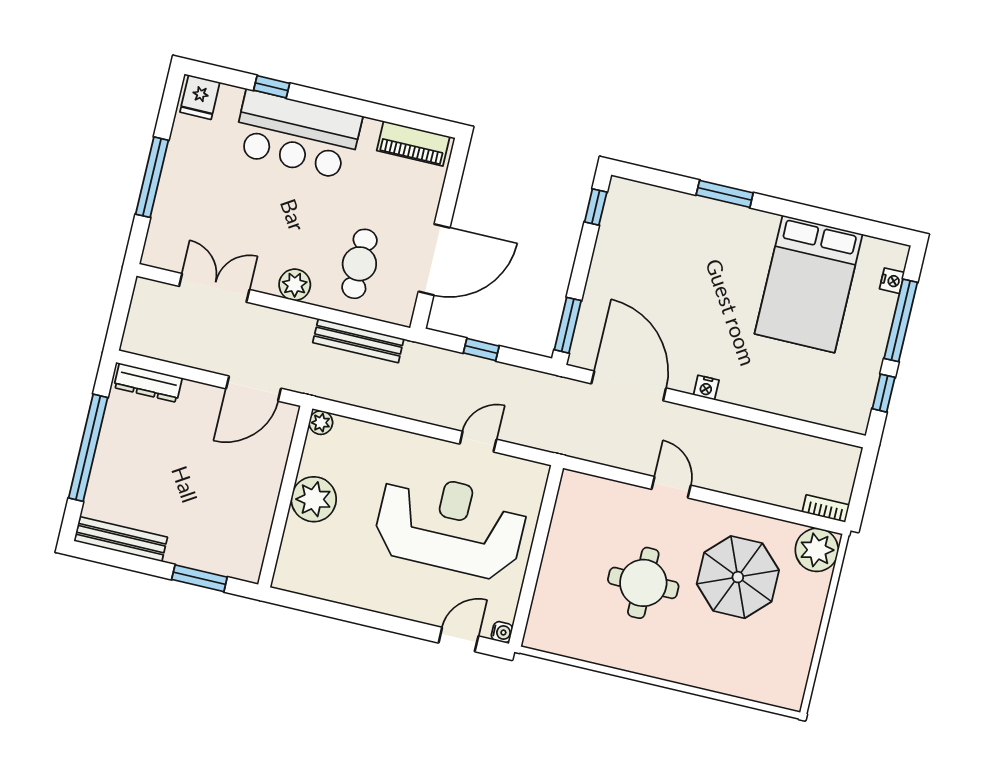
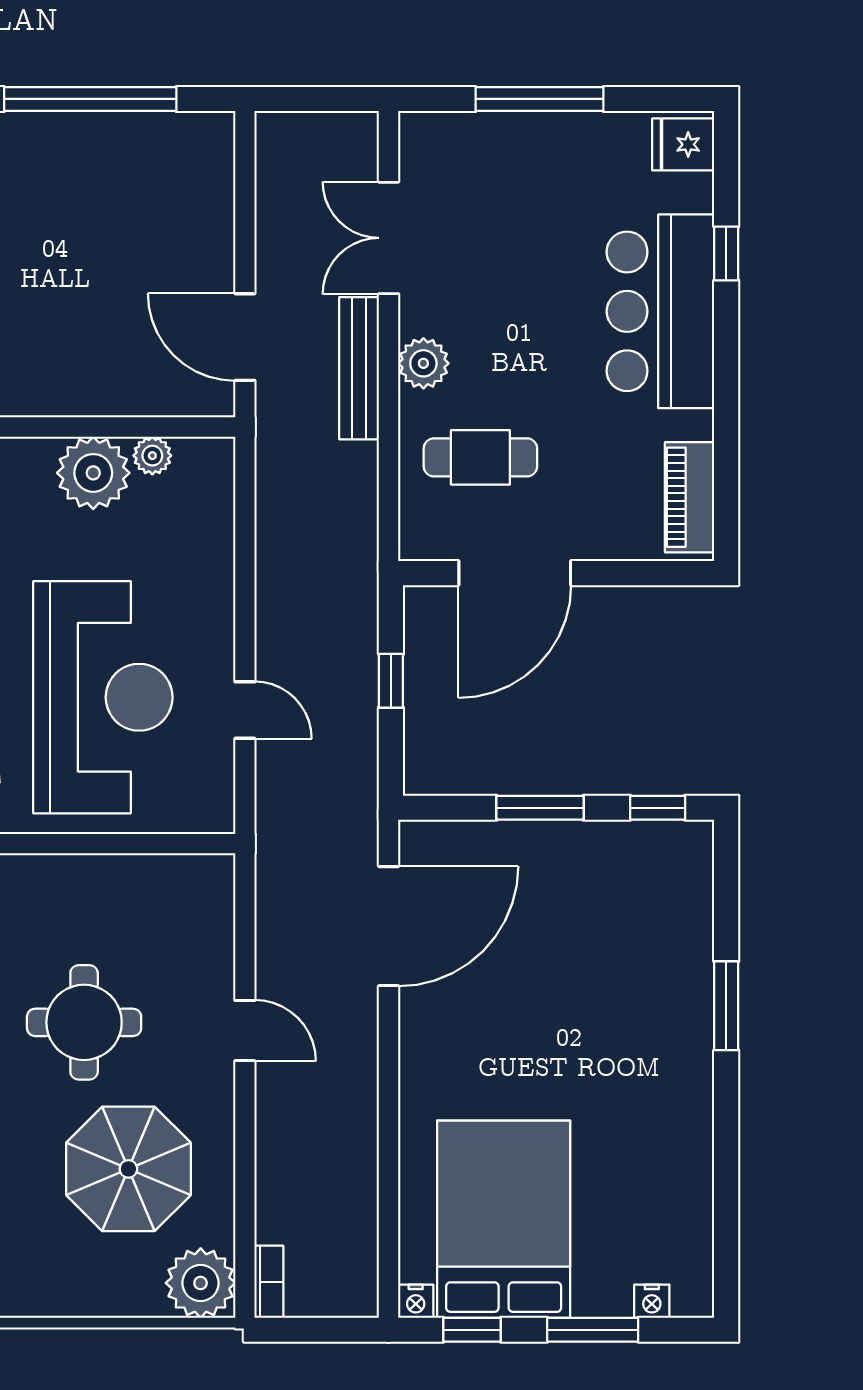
door: (434, 260) -> (515, 573), hinge flipped
bed: (809, 284) -> (504, 1219), moved, turned 90
double door: (214, 288) -> (389, 238), swing flipped
window: (901, 320) -> (593, 1330), width x0.69
window: (568, 325) -> (540, 808), moved
bench: (358, 341) -> (359, 368), moved
dresser: (148, 383) -> (215, 169), removed
nightstand: (706, 388) -> (416, 1301), moved, turned -90
plant: (321, 423) -> (152, 456), moved
door: (671, 487) -> (245, 1031), hinge flipped

